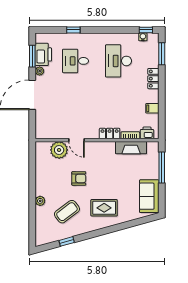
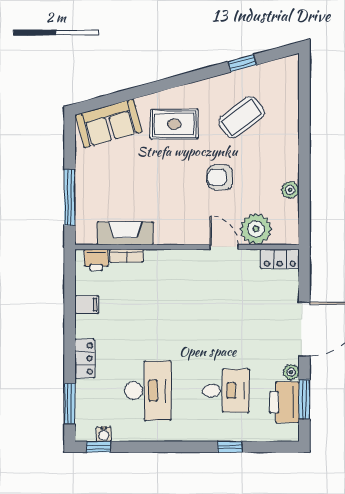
locker: (110, 134) -> (280, 259), moved
sofa: (149, 196) -> (109, 123), moved, turned 75
plant: (40, 201) -> (290, 190), moved

